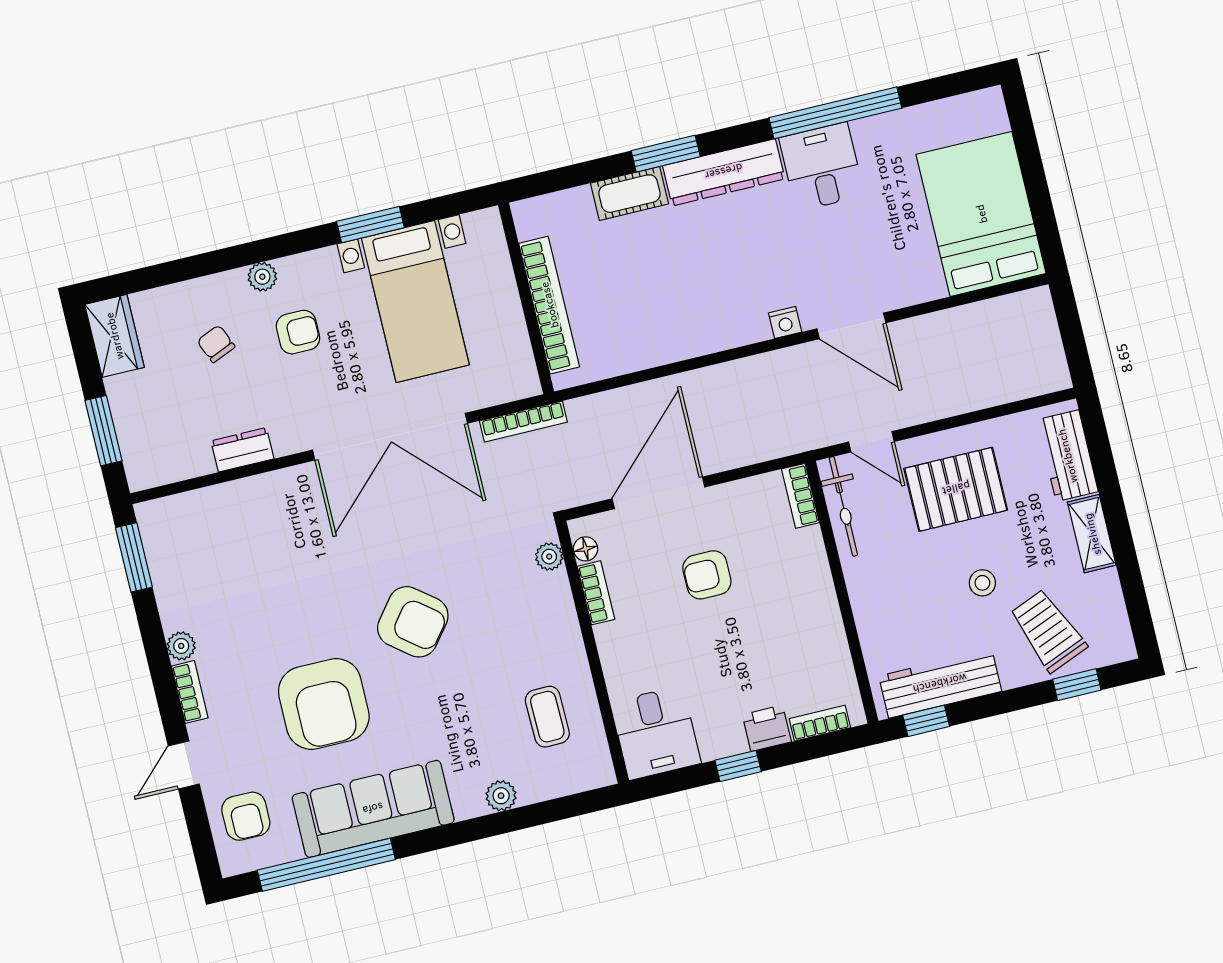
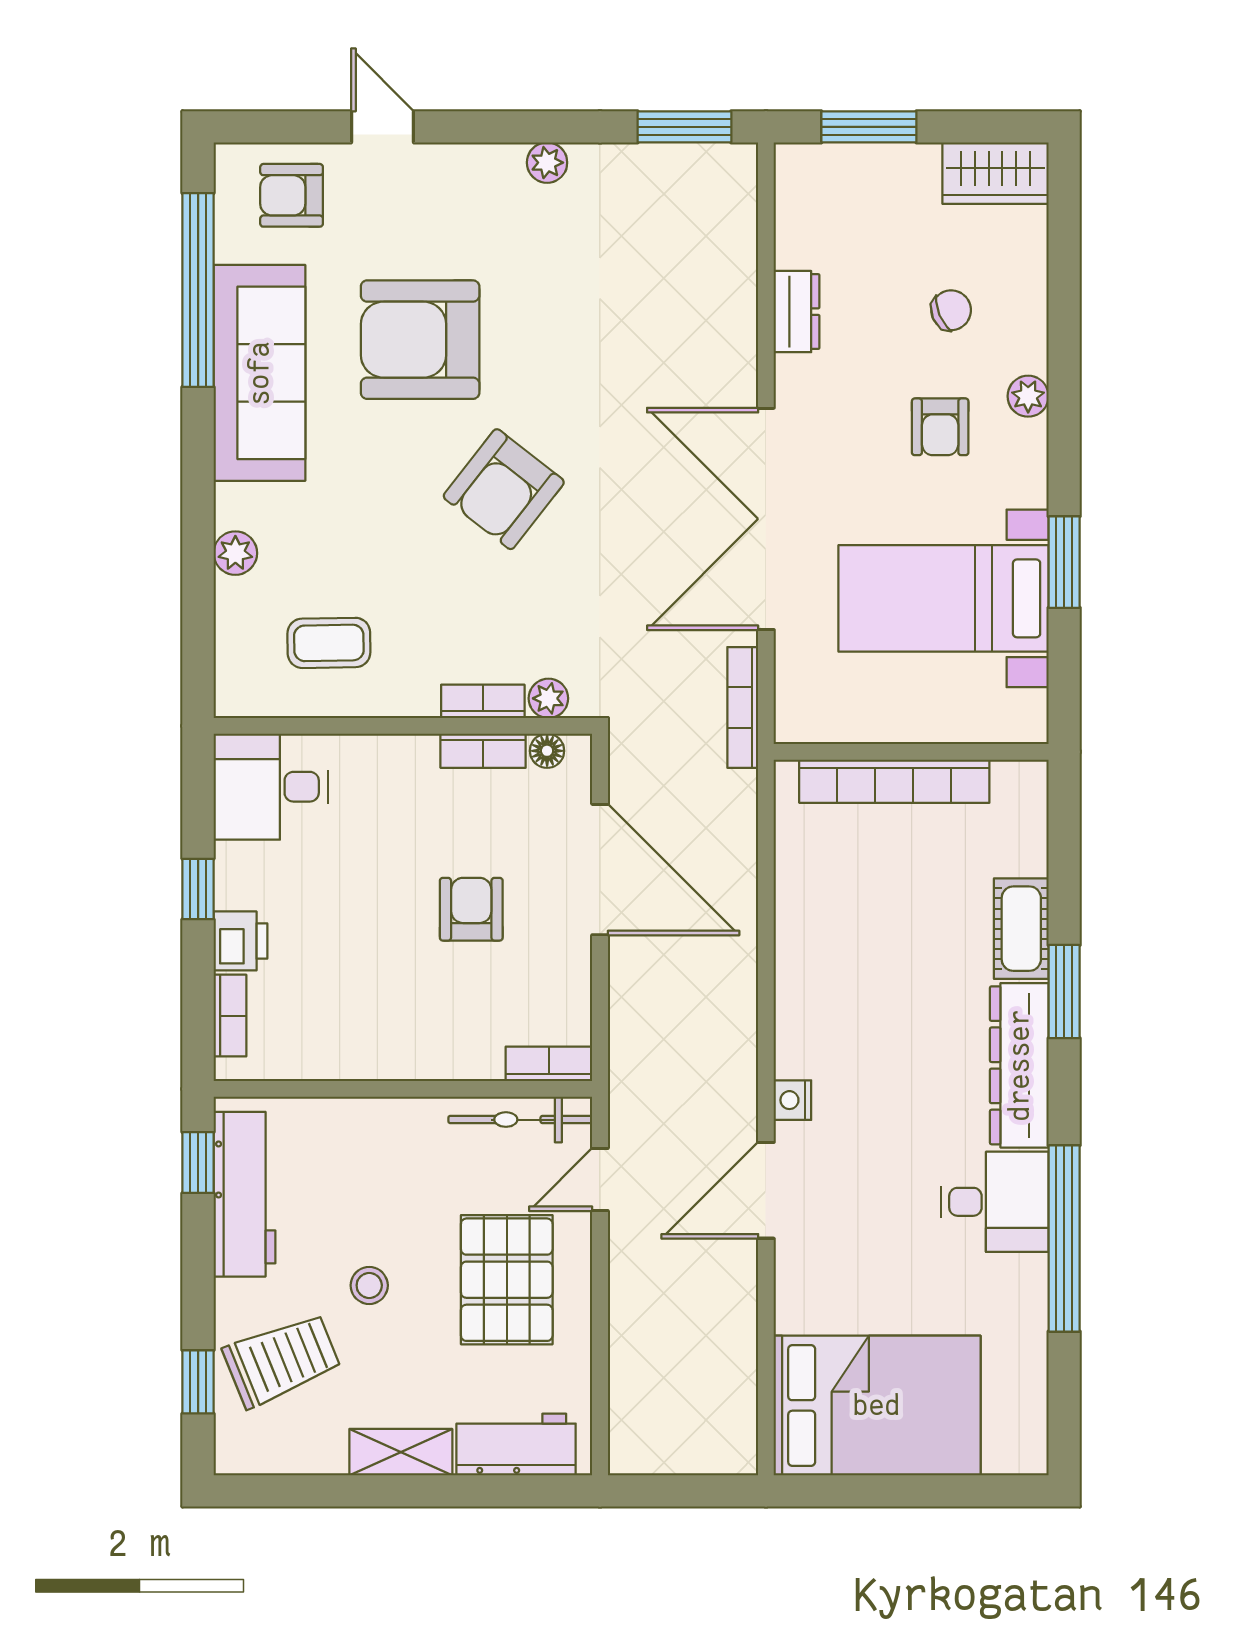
bookcase: (190, 692) -> (483, 701), moved, turned 180

